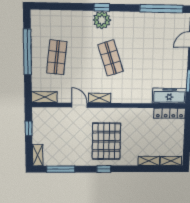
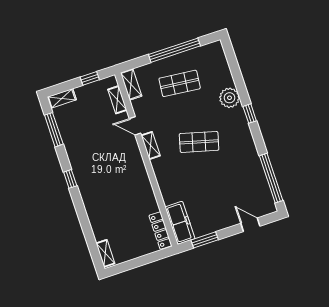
plant: (102, 20) -> (229, 98), moved
shop shelf: (110, 58) -> (199, 142), turned 33
door: (79, 105) -> (135, 126), swing flipped
pallet: (106, 141) -> (104, 170), removed
shelving: (149, 161) -> (117, 100), moved

